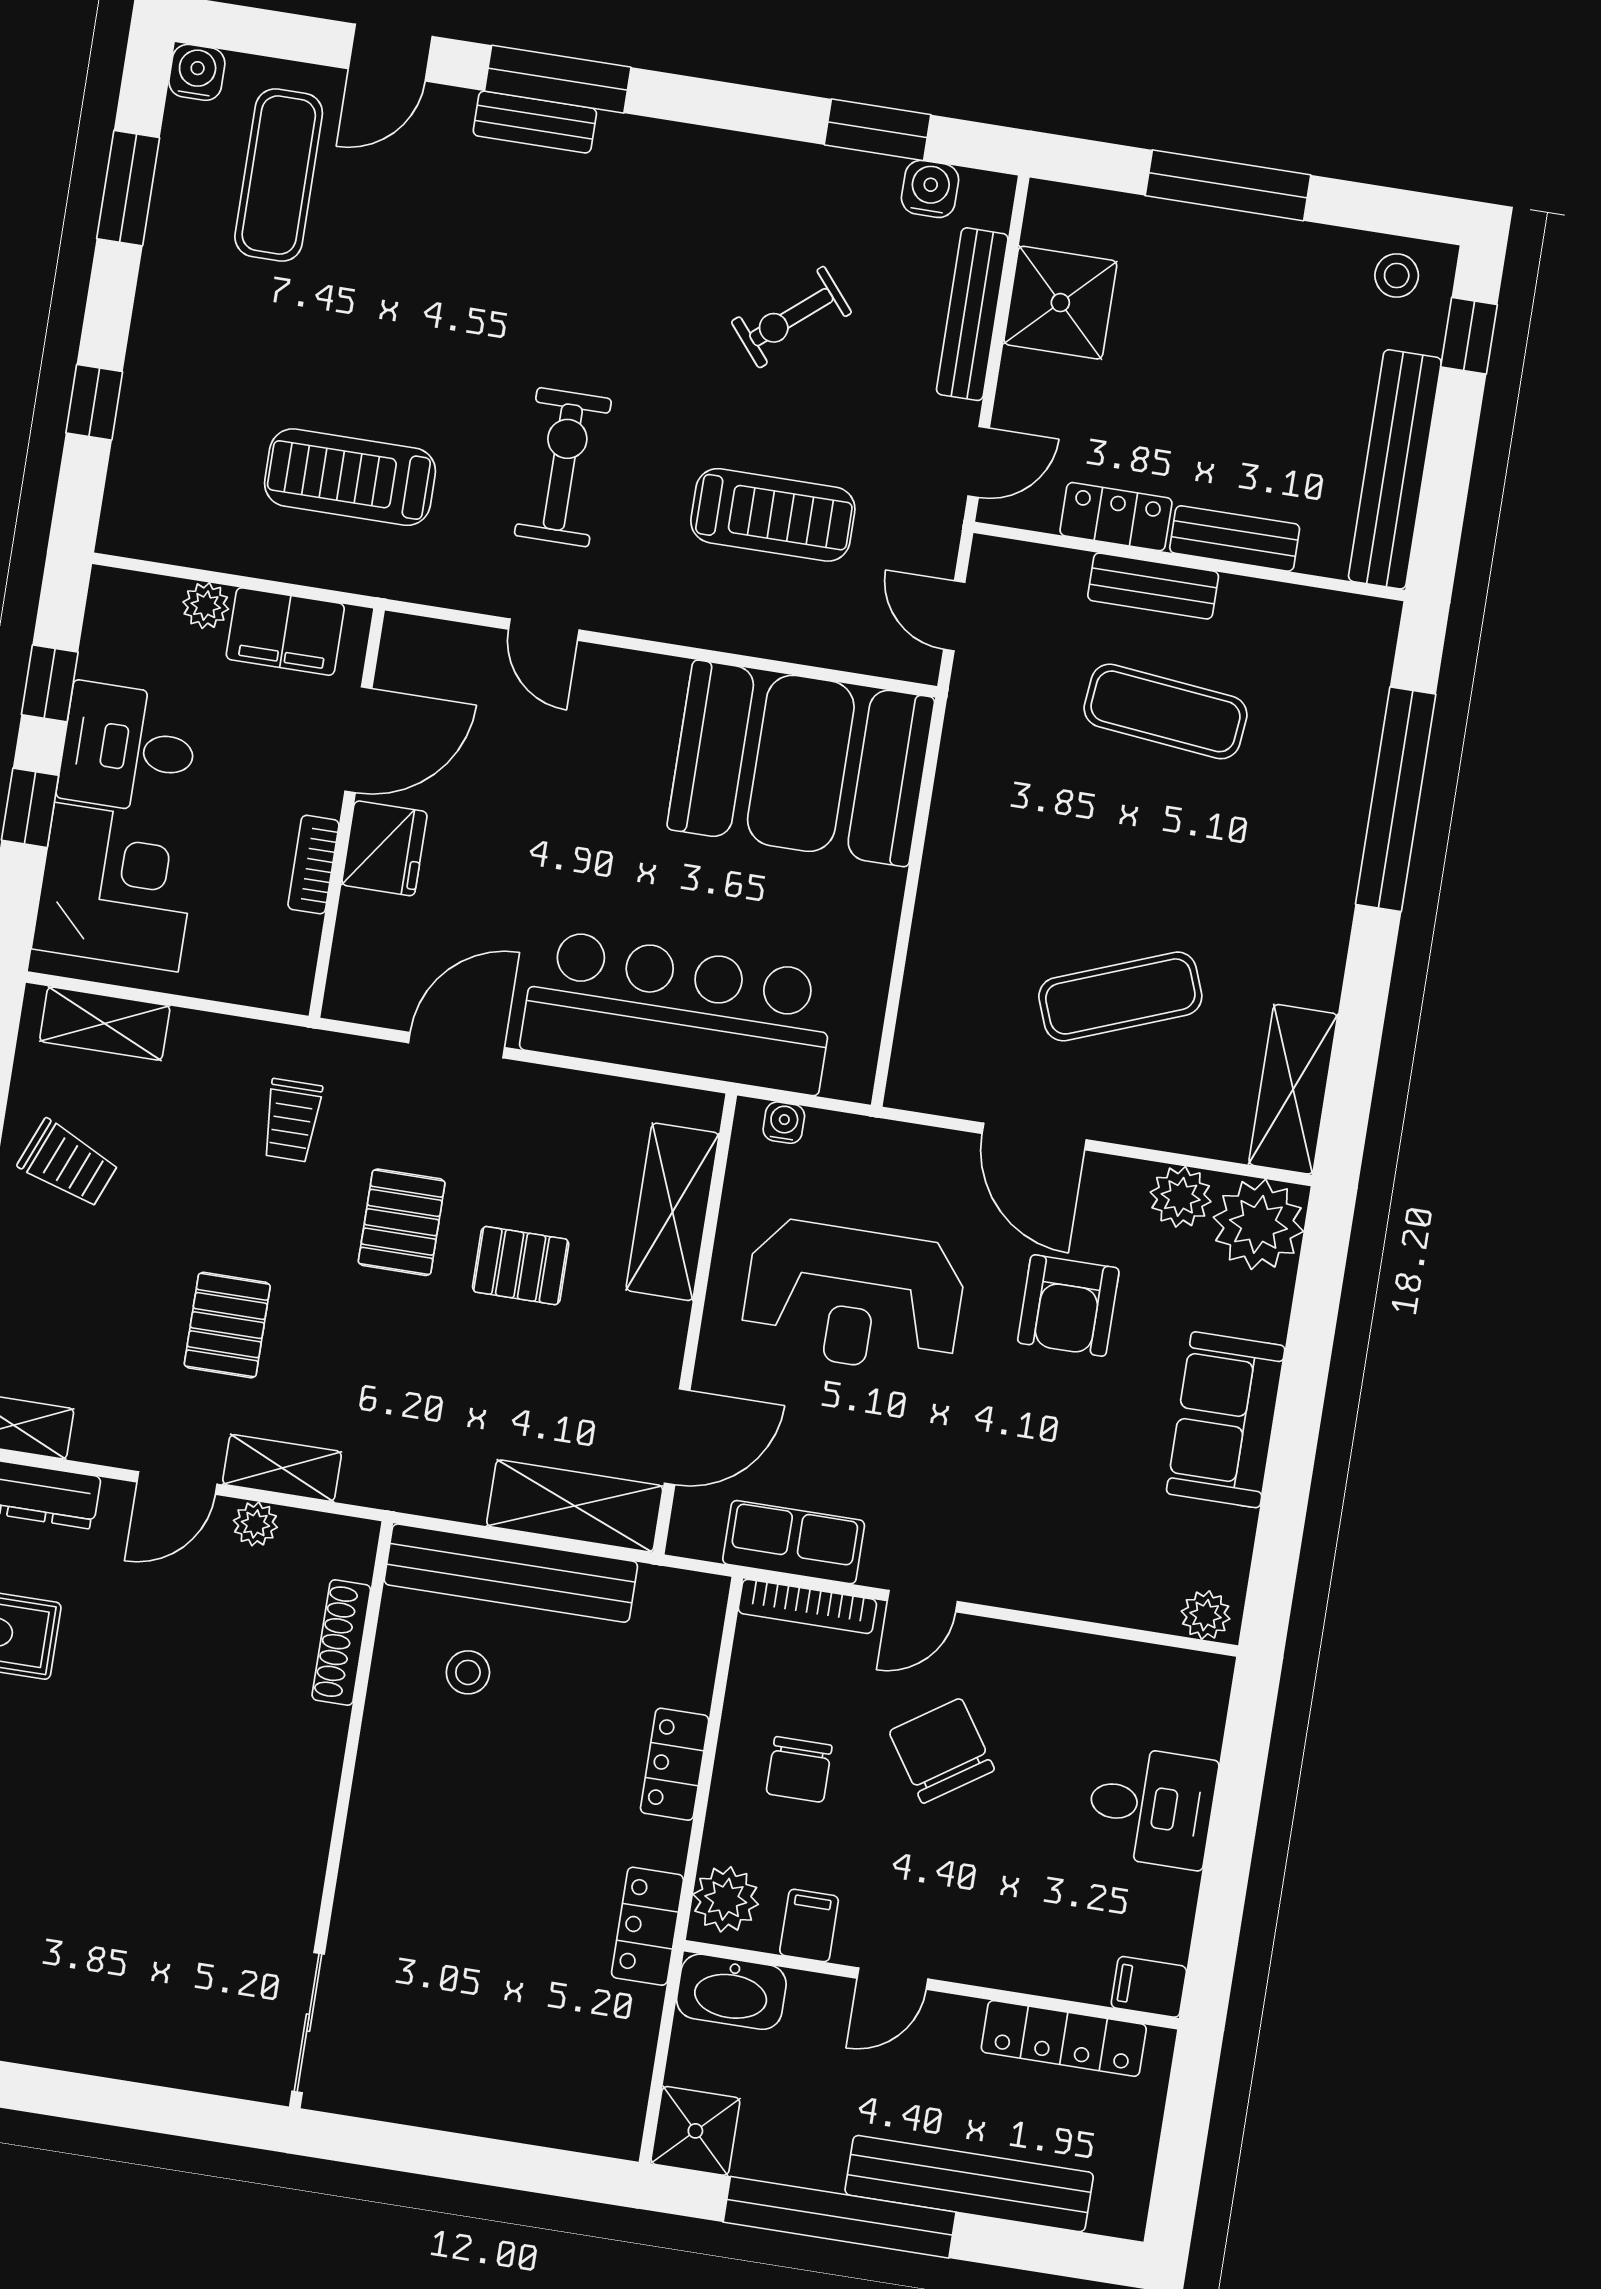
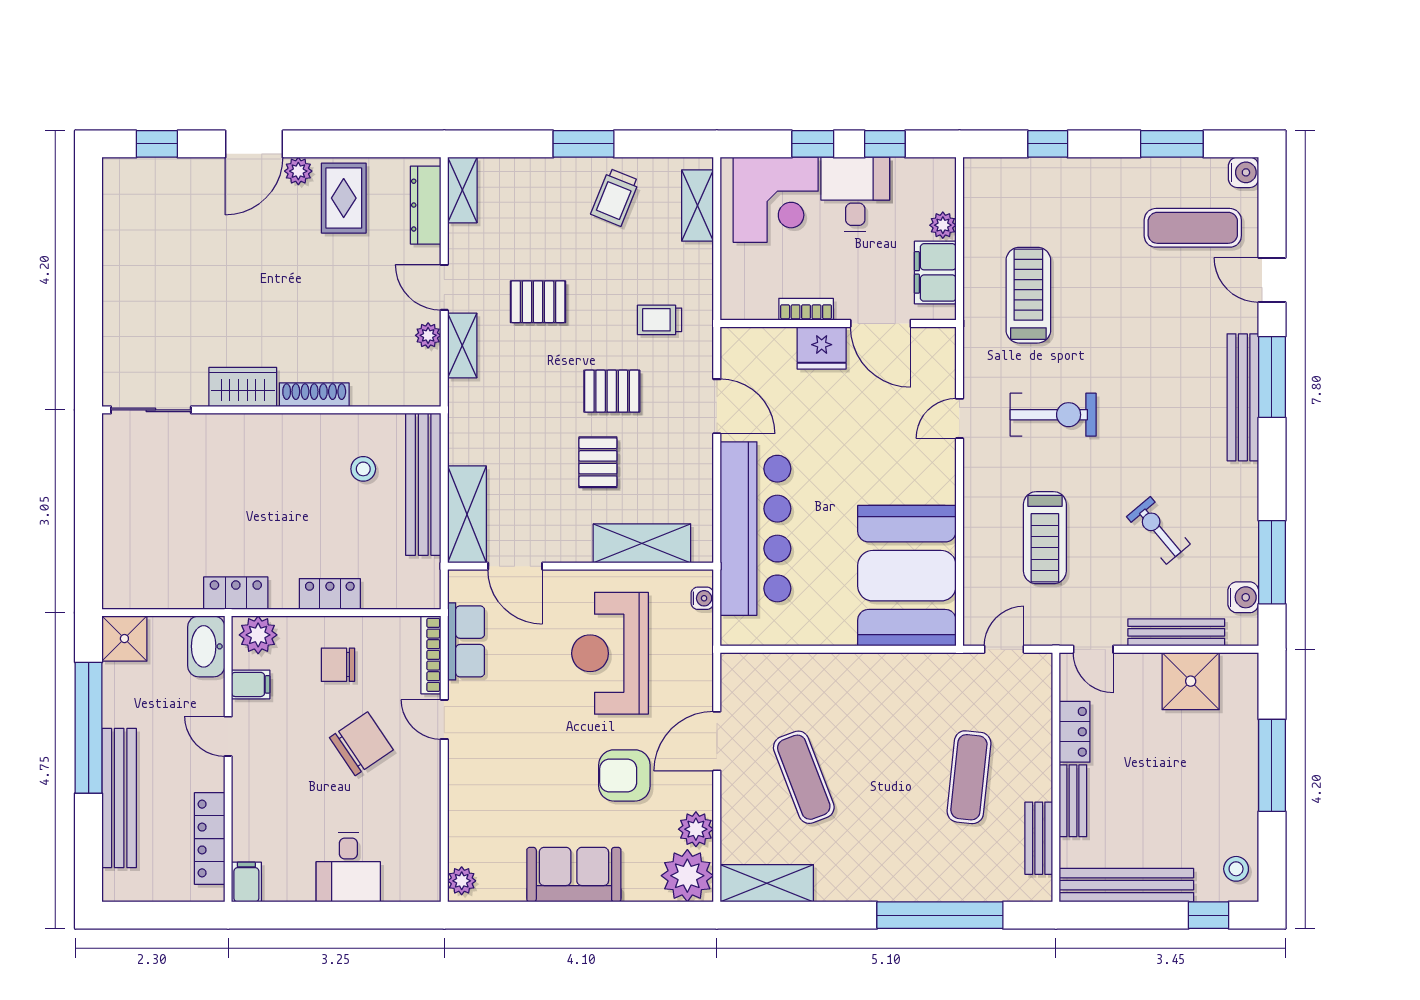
bench: (535, 122) -> (1243, 397), width x1.86, depth x1.21
window: (877, 130) -> (1272, 562), width x1.44
bench: (1153, 586) -> (1039, 838), moved
shoe rack: (341, 1643) -> (314, 395), moved
wardrobe: (294, 1858) -> (243, 387), added

